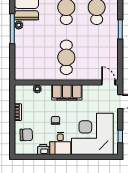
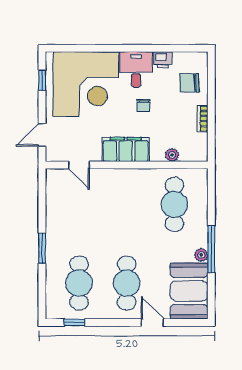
cafe table: (66, 57) -> (174, 204), moved
door: (108, 82) -> (79, 165), moved

